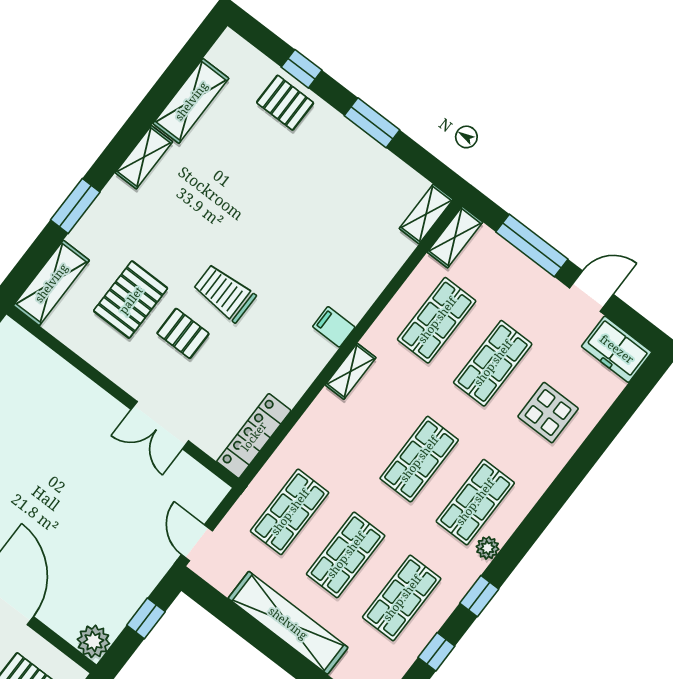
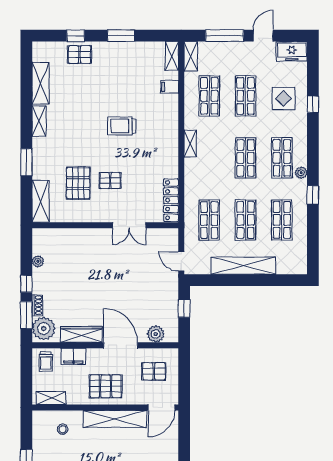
trolley: (224, 293) -> (122, 126), moved
filing cabinet: (334, 327) -> (169, 87), moved
plant: (93, 641) -> (156, 334), moved
window: (436, 652) -> (313, 104), moved

